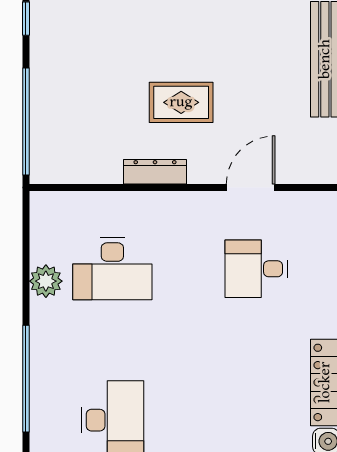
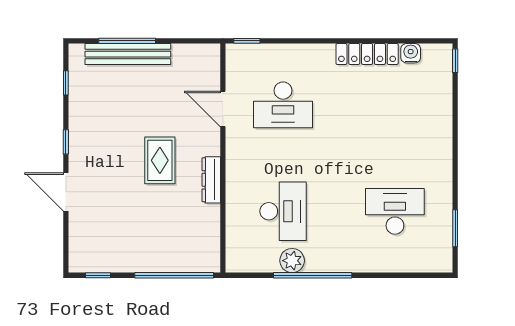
desk: (256, 269) -> (283, 105), width x1.37
window: (26, 379) -> (313, 275), moved

